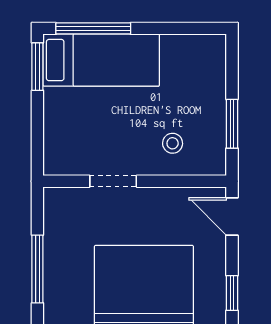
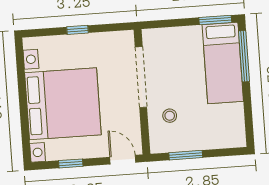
doorway: (113, 181) -> (141, 77), width x1.87
door: (232, 216) -> (123, 160), hinge flipped
window: (37, 269) -> (78, 30), width x0.46

